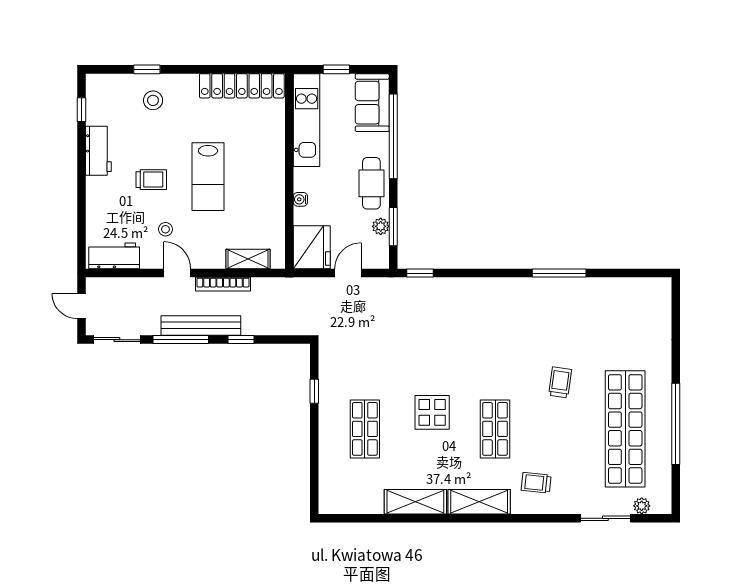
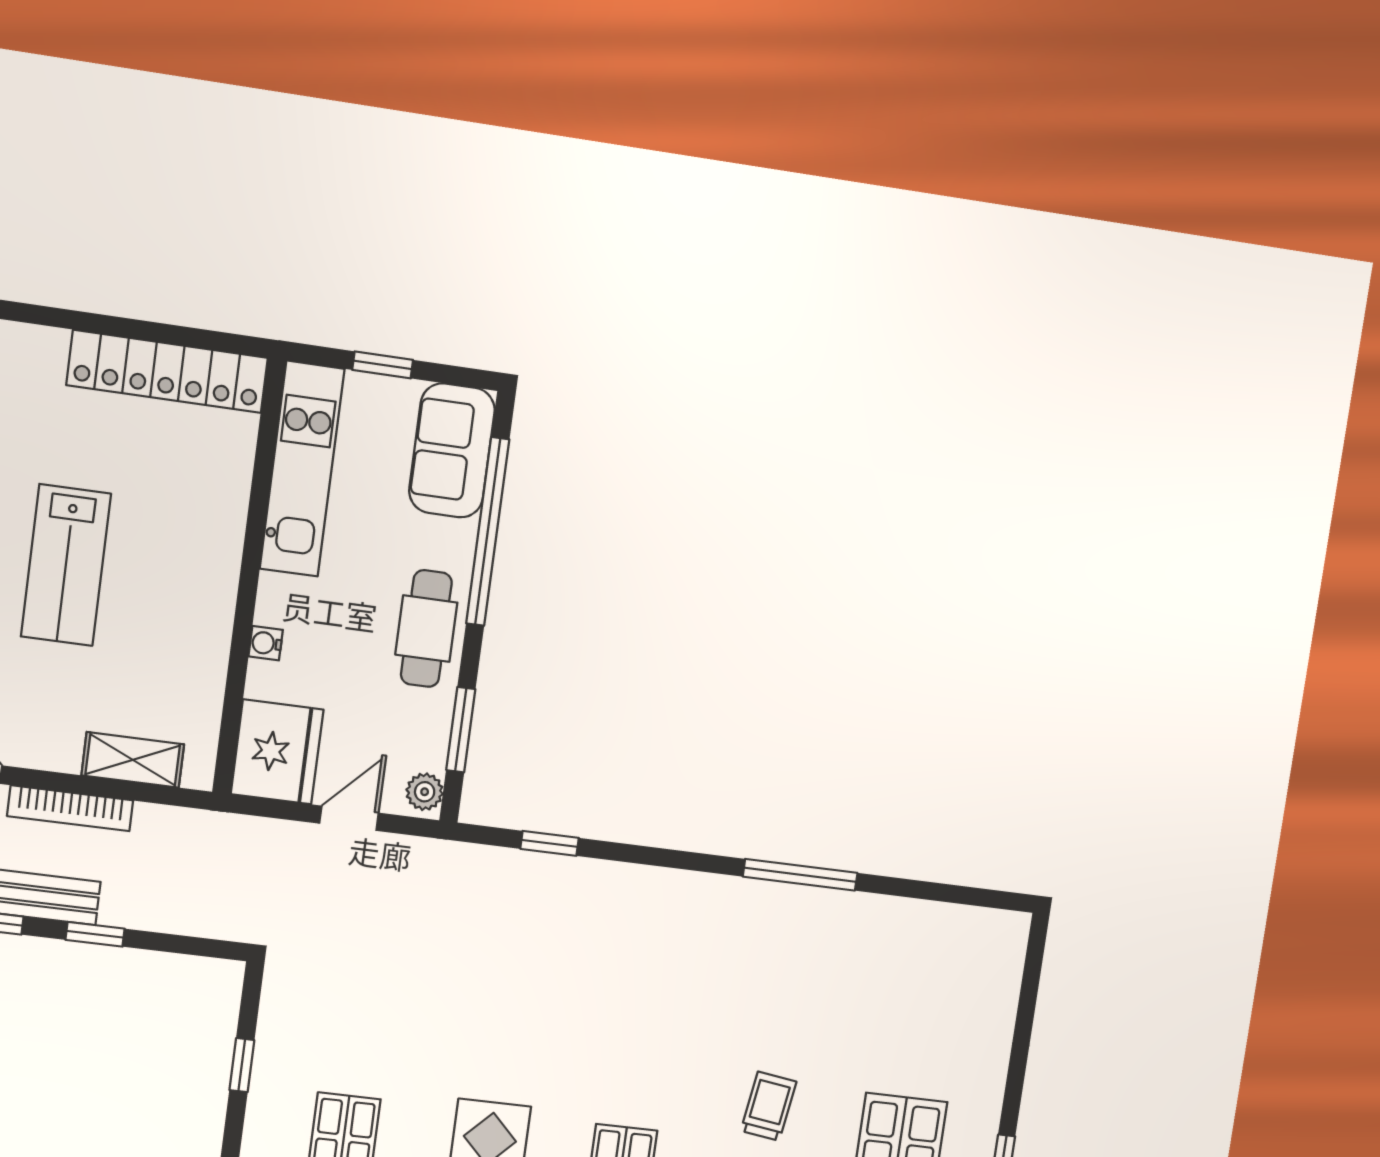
plant: (381, 226) -> (425, 792), moved
window: (420, 273) -> (550, 843), moved

